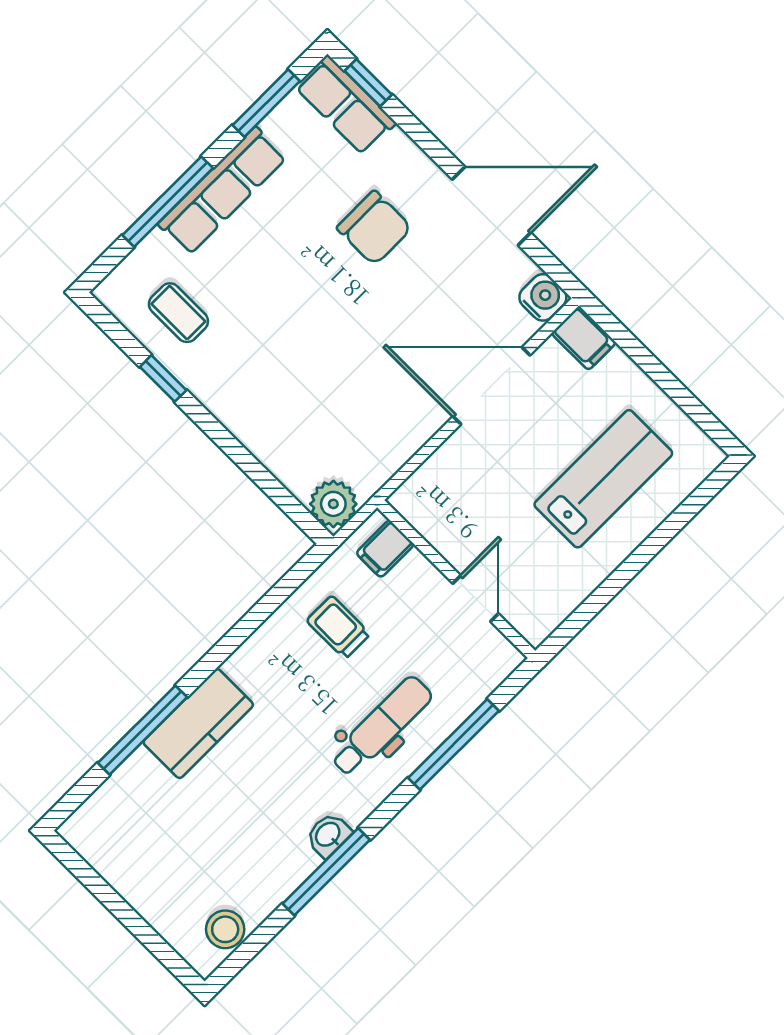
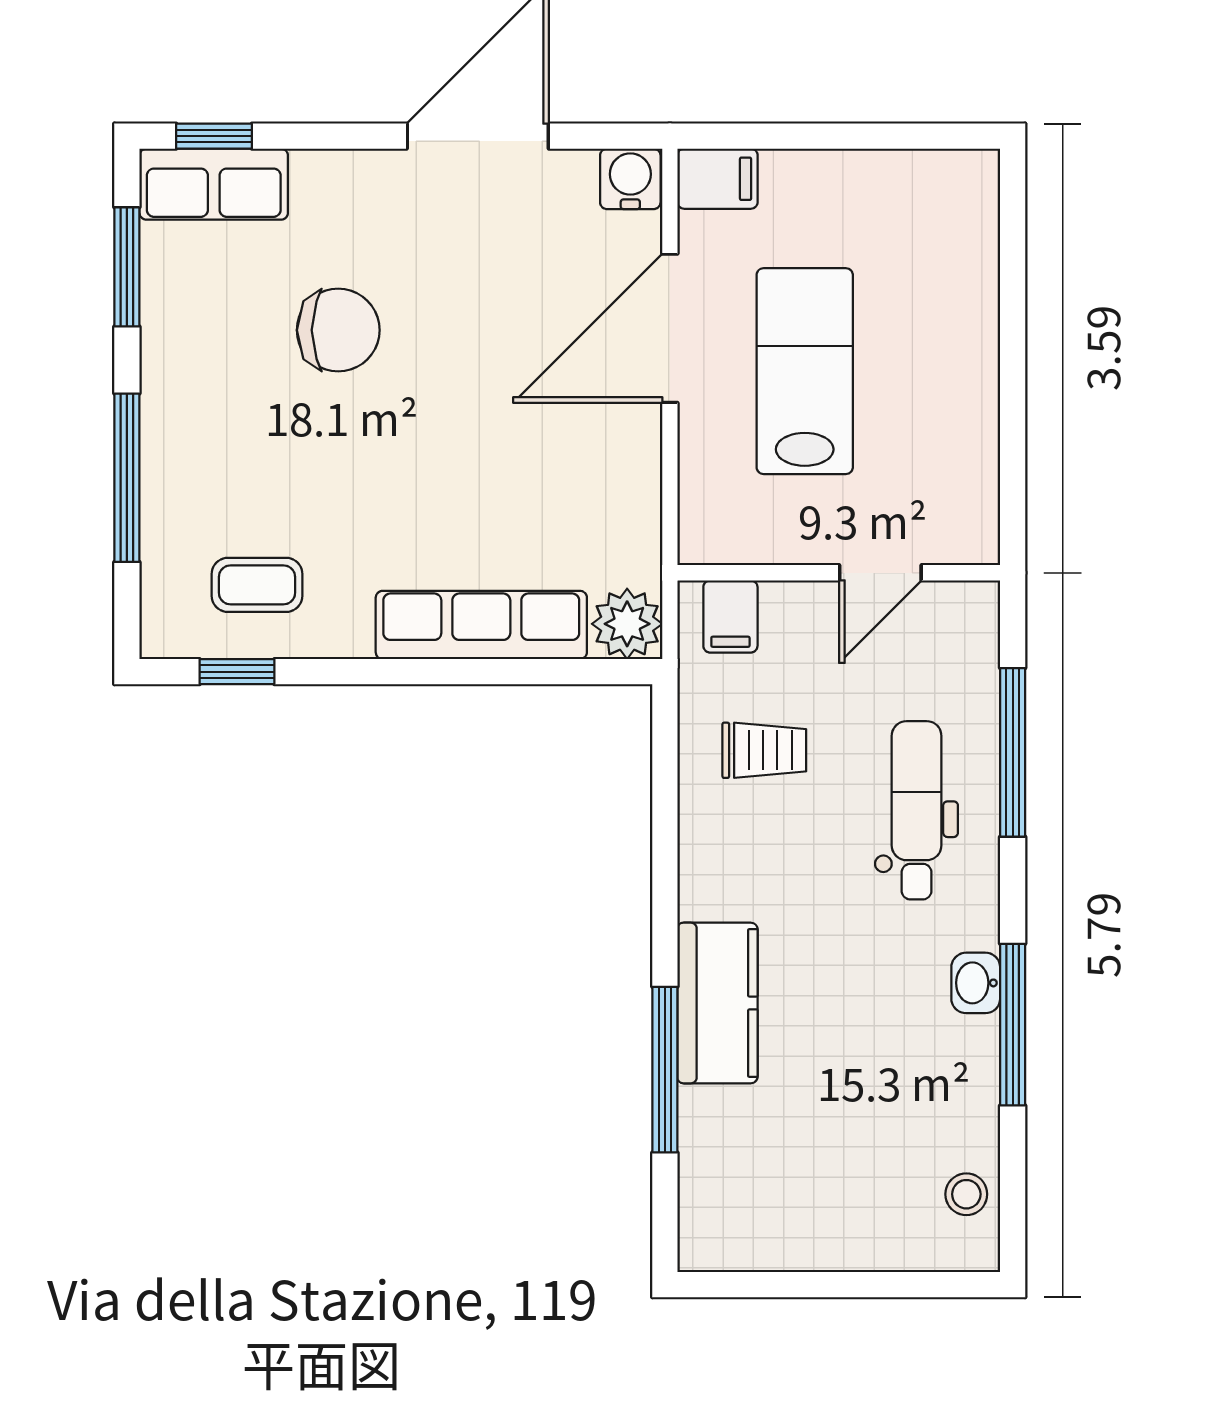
row of seats: (222, 191) -> (481, 625), moved, turned -90
chair: (374, 228) -> (338, 330), moved
window: (163, 378) -> (237, 672), moved
lab bench: (603, 479) -> (805, 371), moved
door: (476, 598) -> (880, 573), swing flipped
trolley: (338, 627) -> (764, 750), turned 180
stool: (225, 929) -> (966, 1194), width x0.73, depth x0.73

